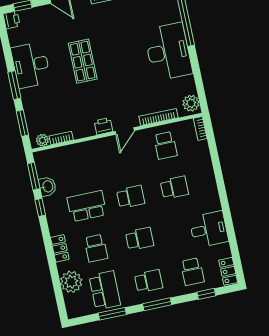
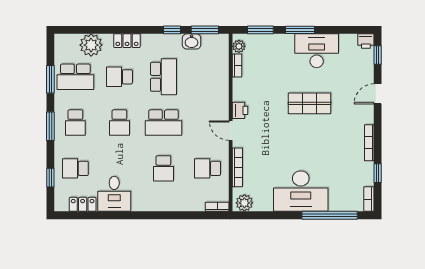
school desk: (131, 197) -> (163, 123), width x1.85
locker: (228, 271) -> (83, 204), moved

